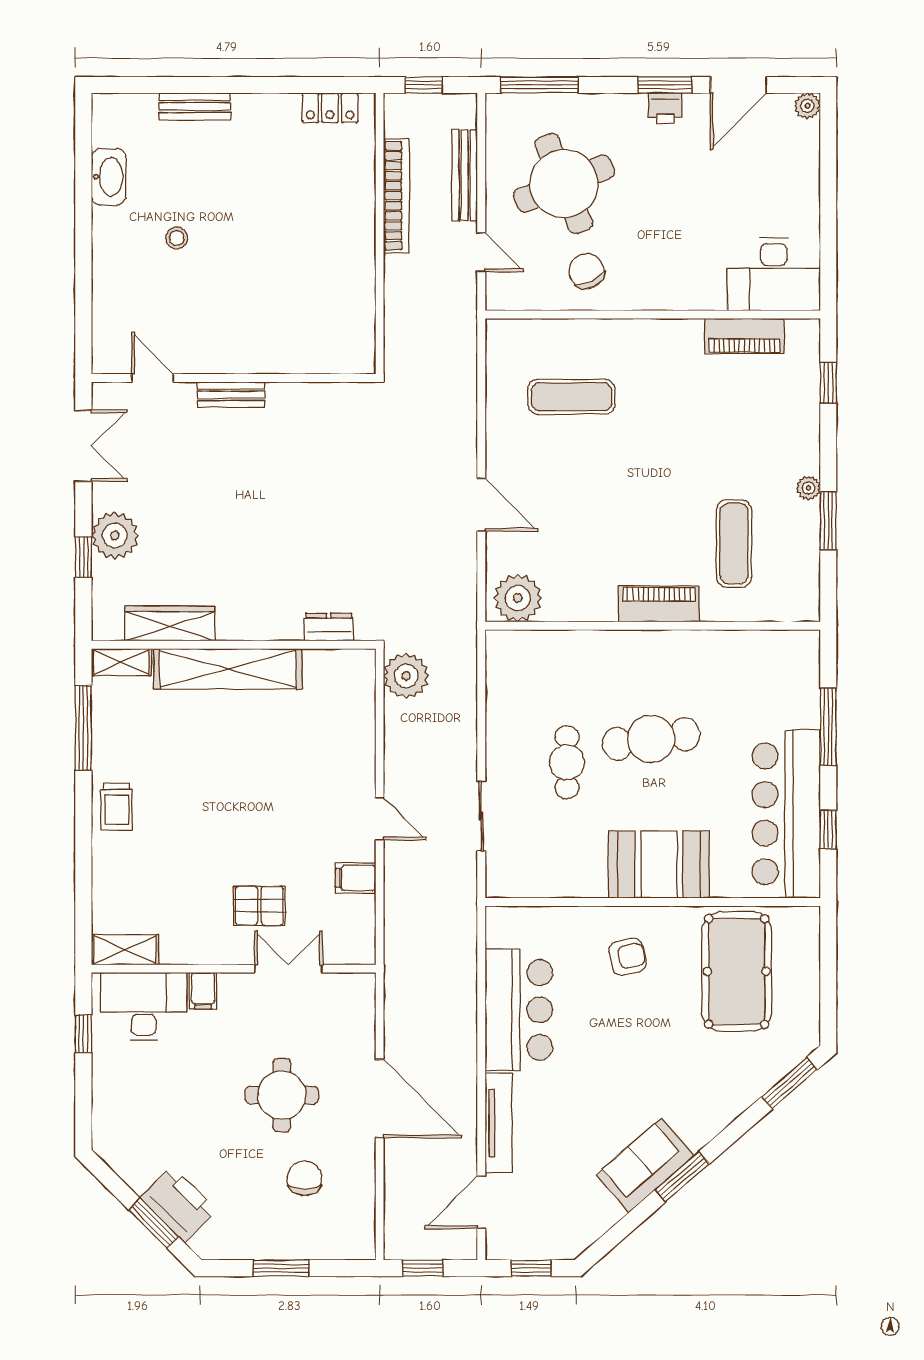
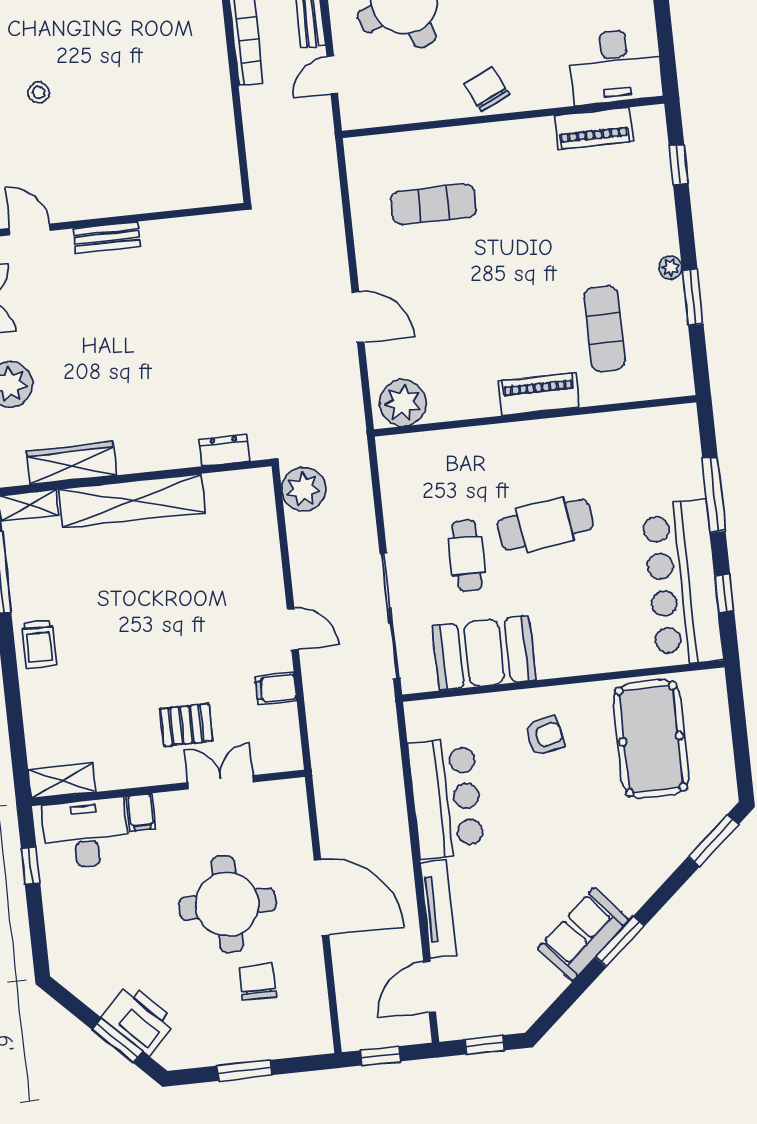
door: (481, 252) -> (332, 75), swing flipped
chair: (587, 271) -> (487, 89), moved
sliding door: (481, 816) -> (390, 616), width x1.86
booth: (659, 864) -> (484, 653), moved
round table: (282, 1095) -> (227, 904), width x1.36, depth x1.36

